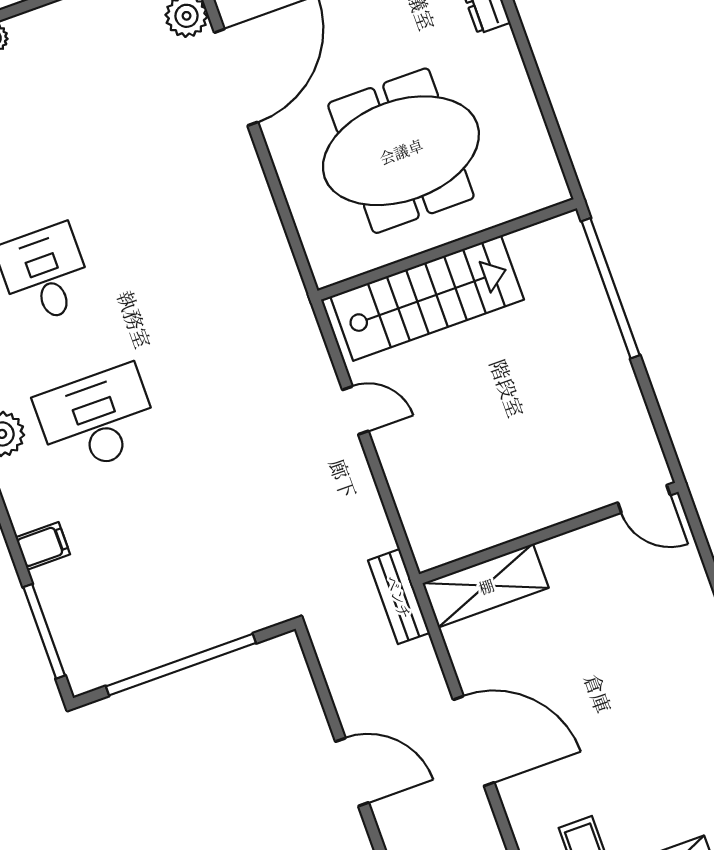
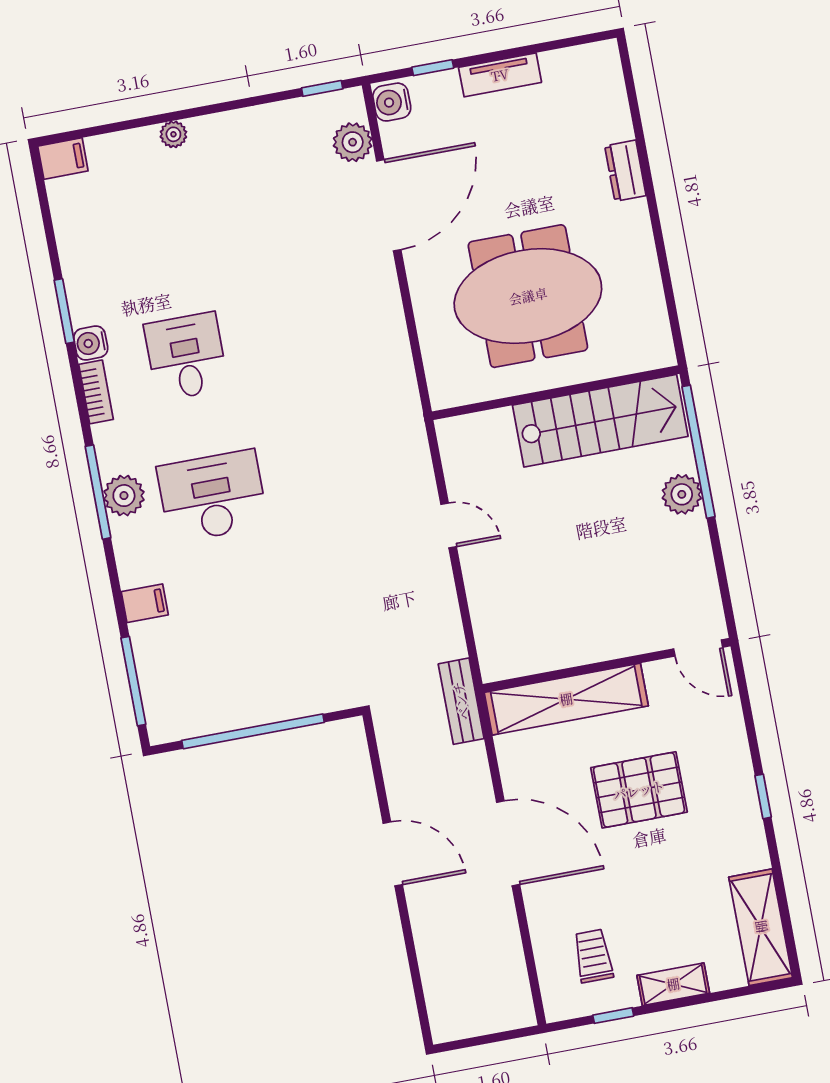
stairs: (427, 298) -> (600, 421), moved
plant: (600, 337) -> (682, 494), added
shelving: (486, 586) -> (566, 699), width x1.47
pallet: (605, 661) -> (639, 790), added

